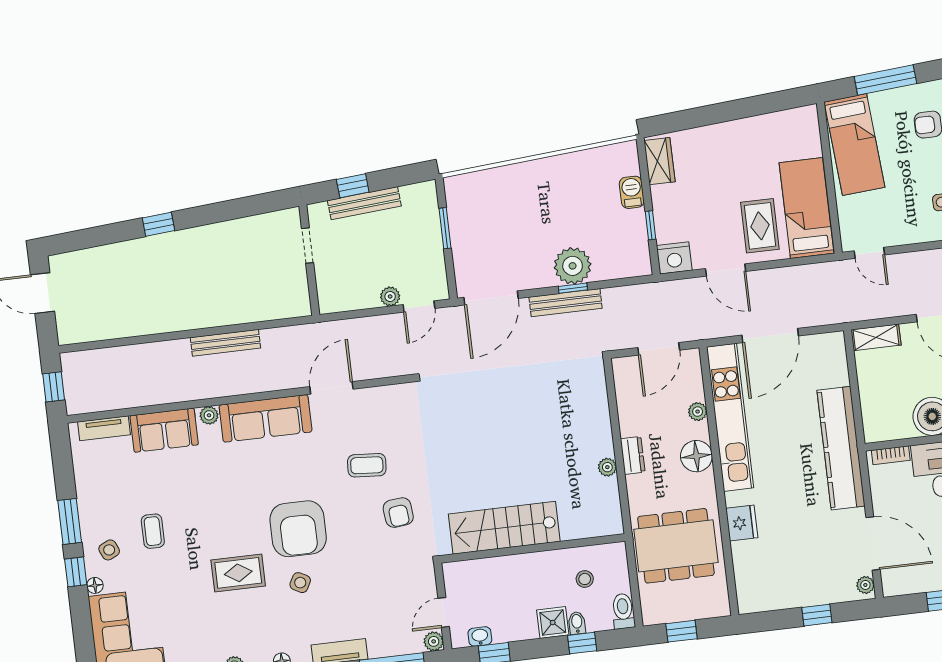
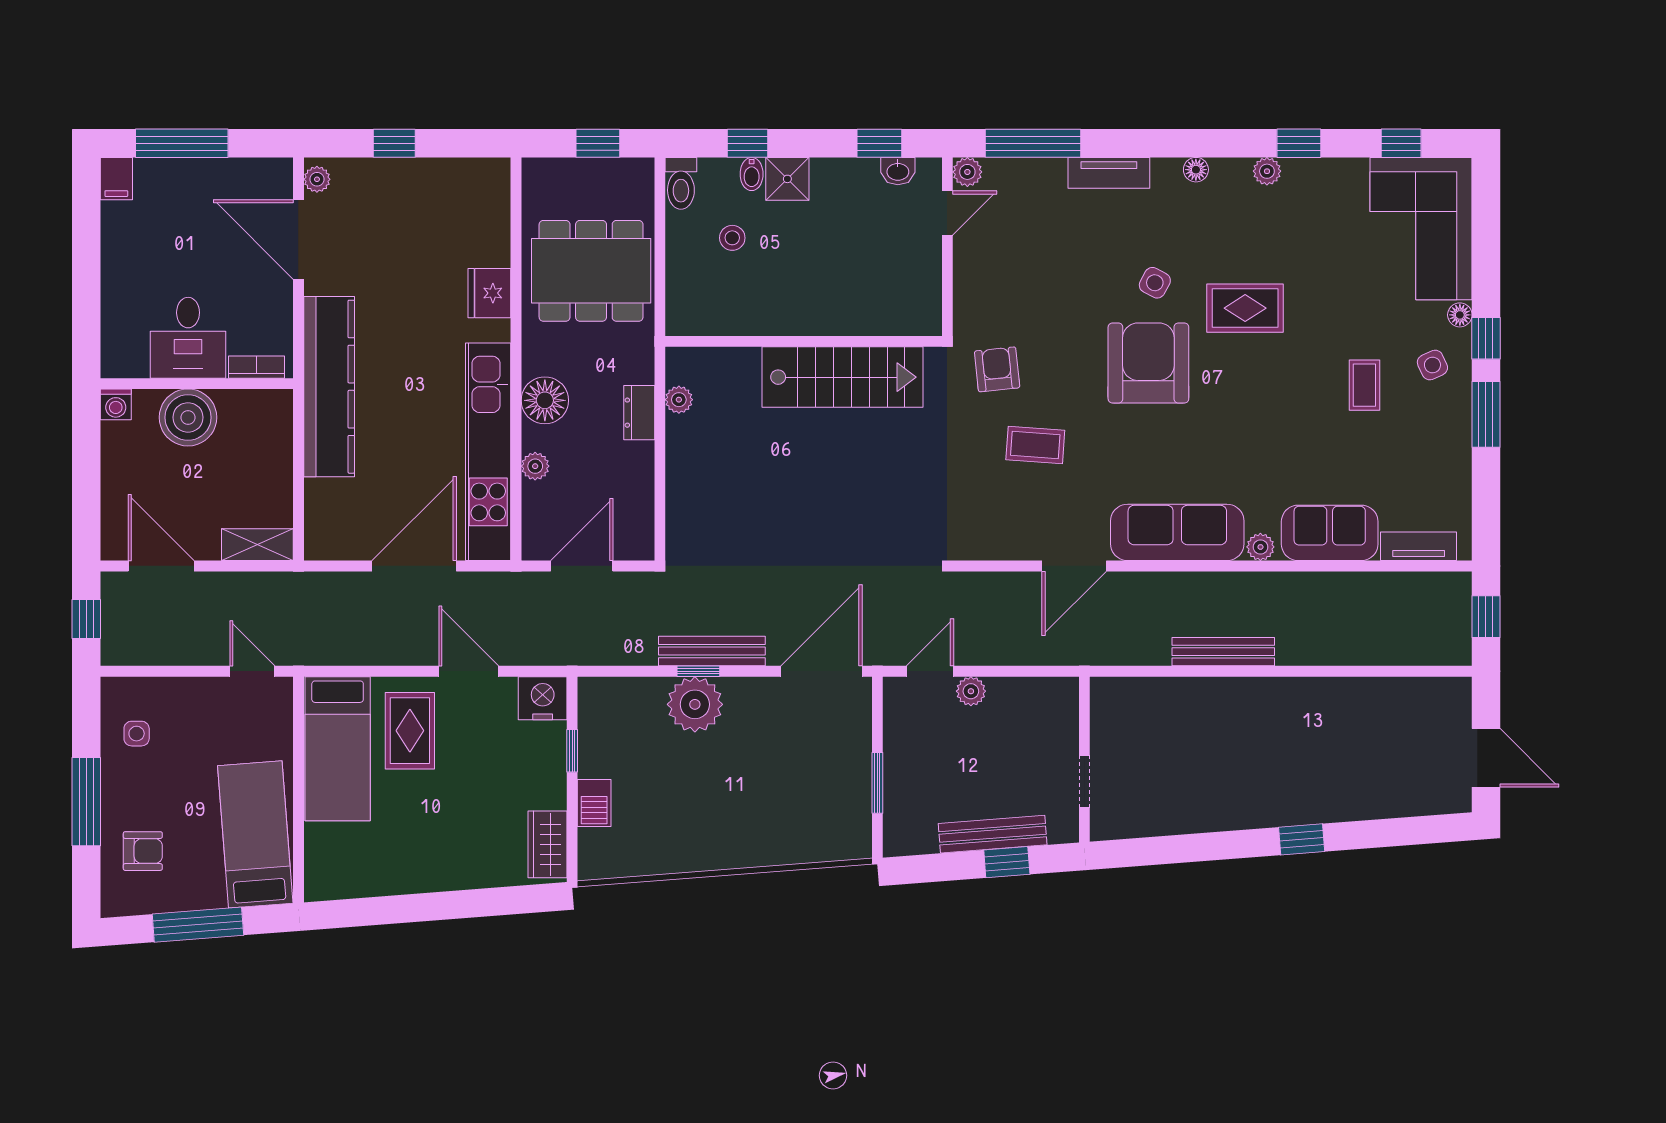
stairs: (504, 528) -> (842, 377), moved
wall: (533, 548) -> (804, 341), moved

